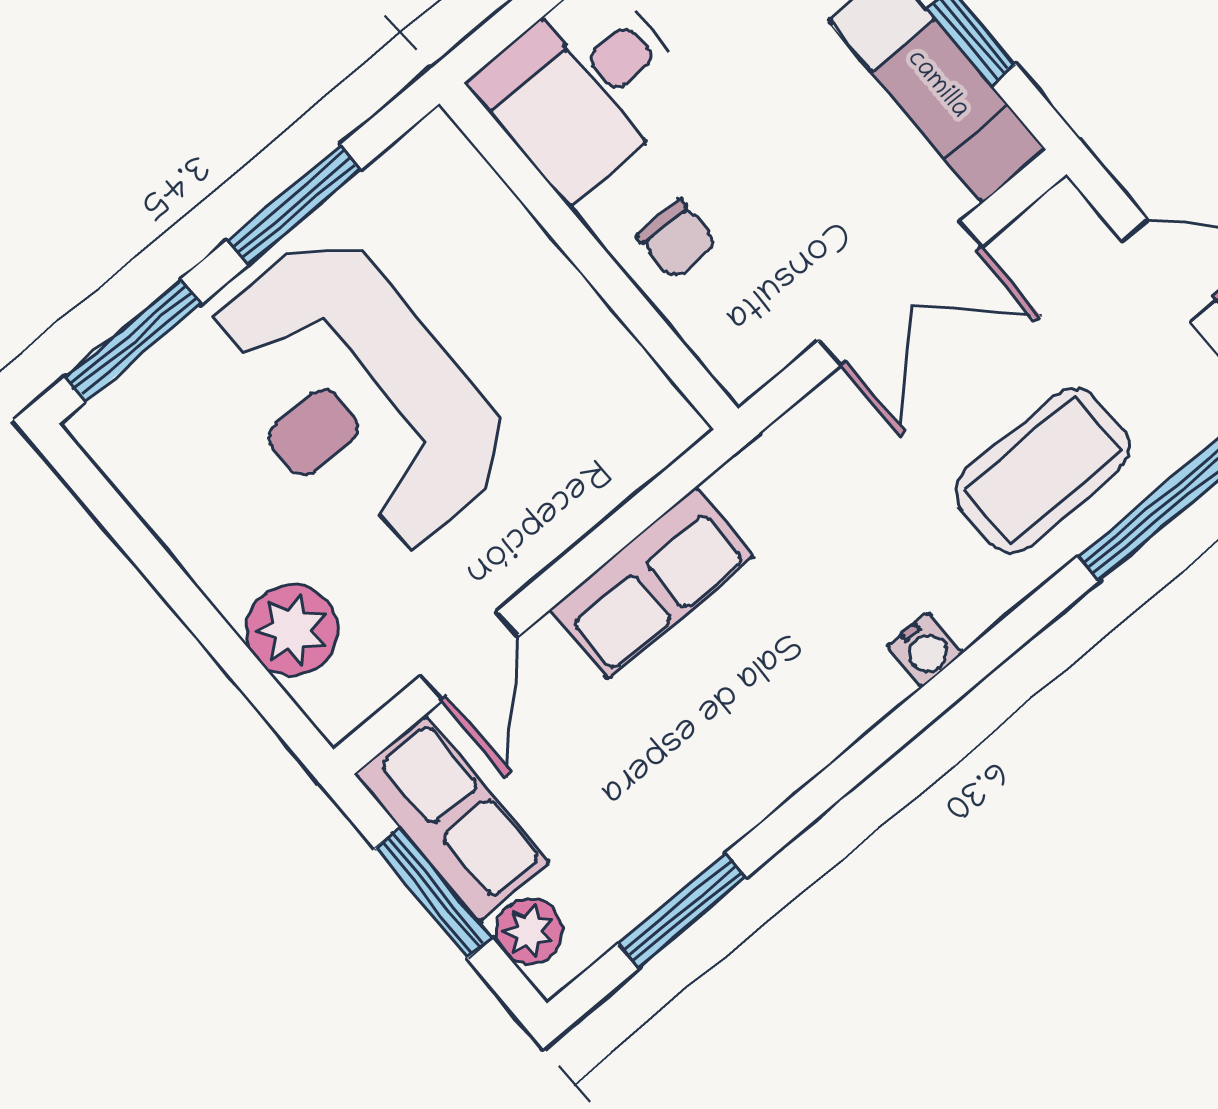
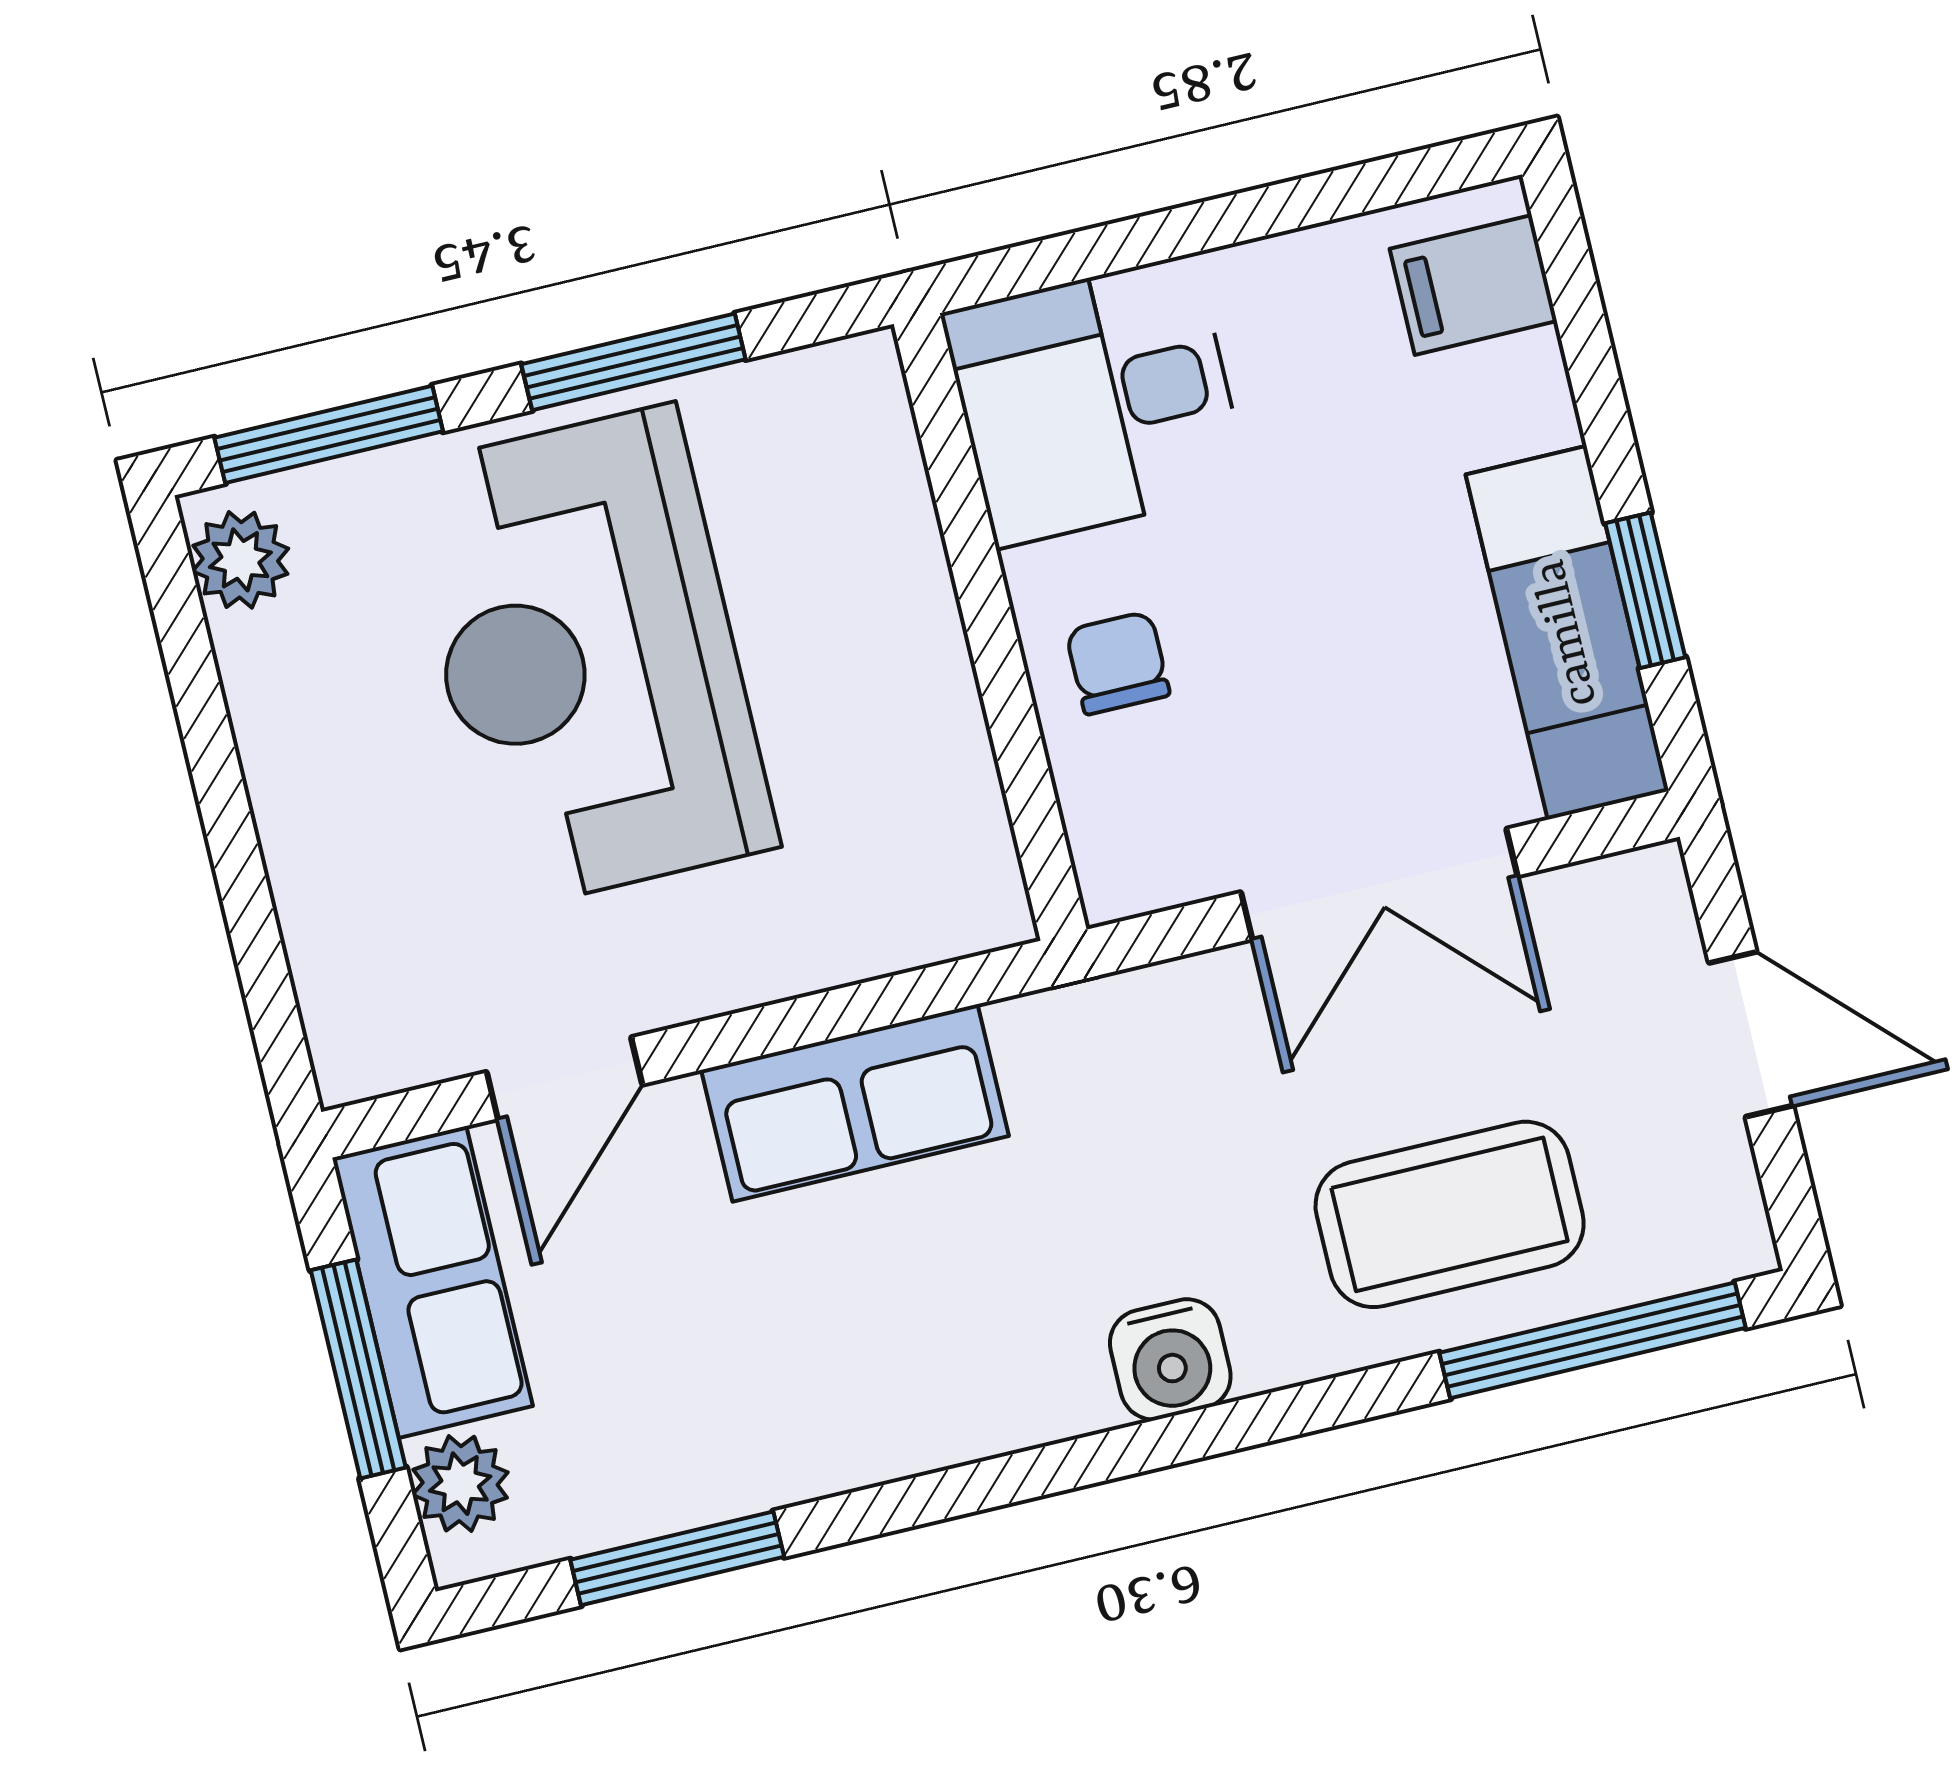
chair: (676, 239) -> (1118, 663), turned 180
plant: (292, 630) -> (240, 560), moved, width x0.73, depth x0.73
water cooler: (925, 650) -> (1170, 1359), width x1.38, depth x1.38

